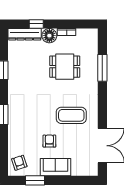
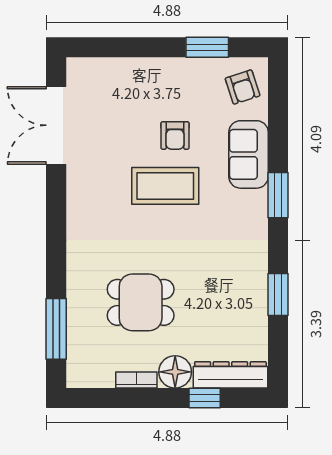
window: (102, 68) -> (56, 329), moved
coffee table: (71, 115) -> (165, 186), moved
sofa: (55, 167) -> (249, 154), moved, turned 90

